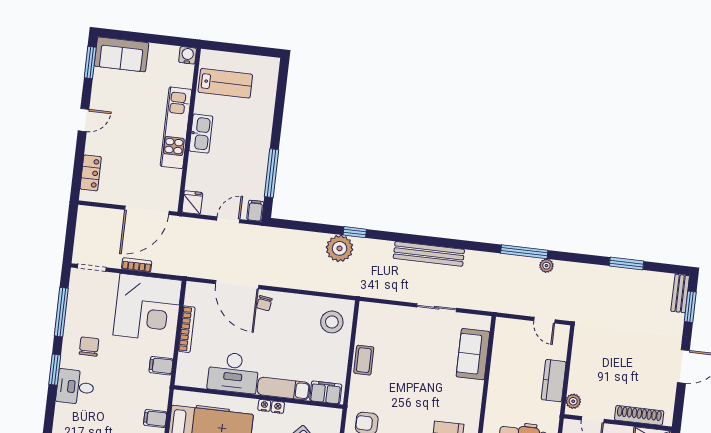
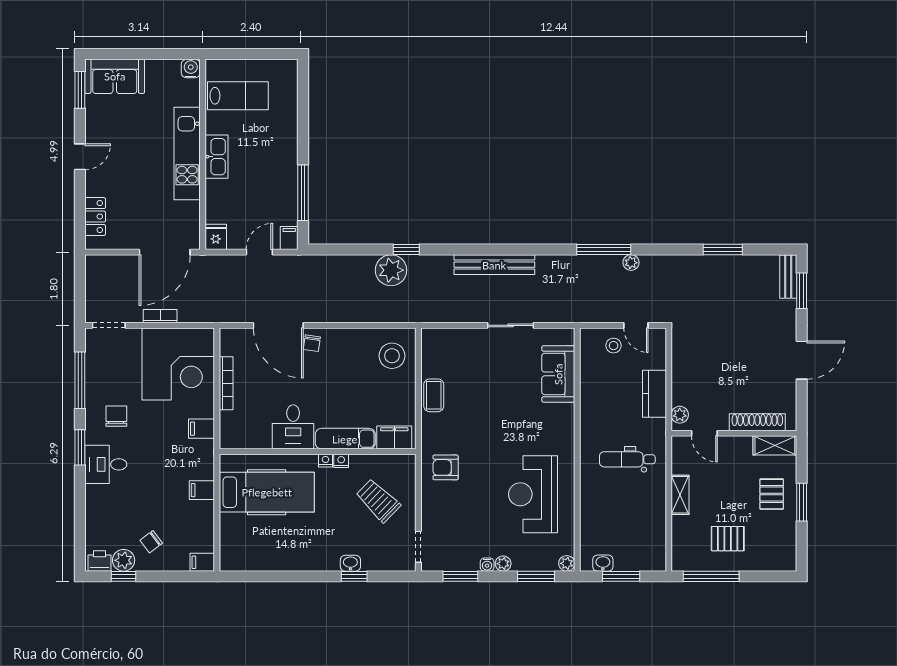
stool: (523, 335) -> (614, 346), added
desk: (233, 373) -> (293, 427), width x0.73

